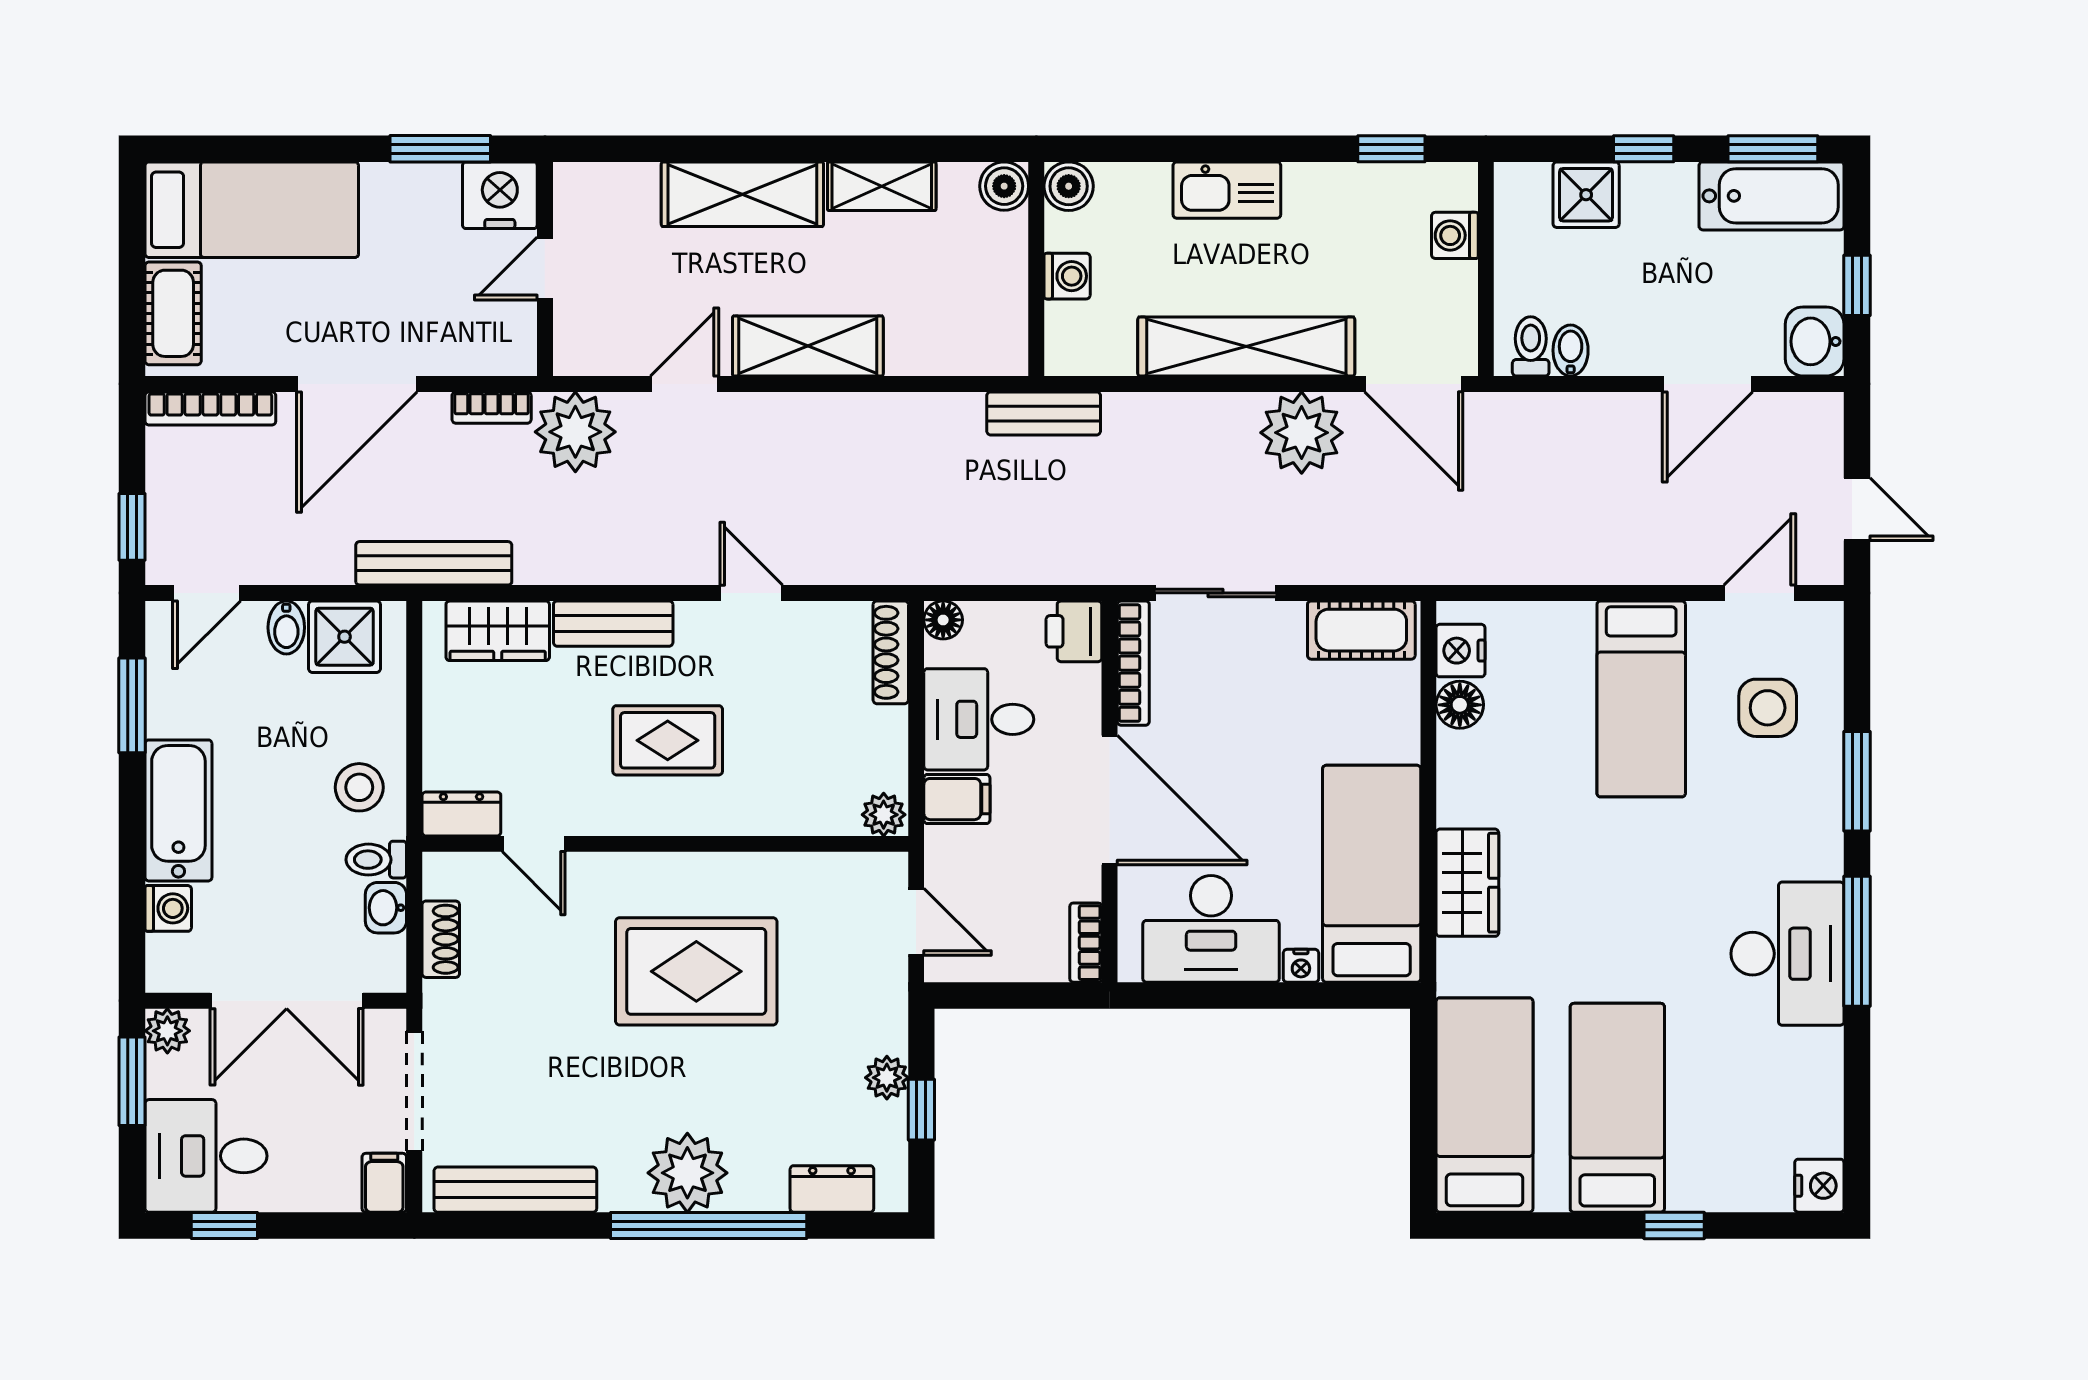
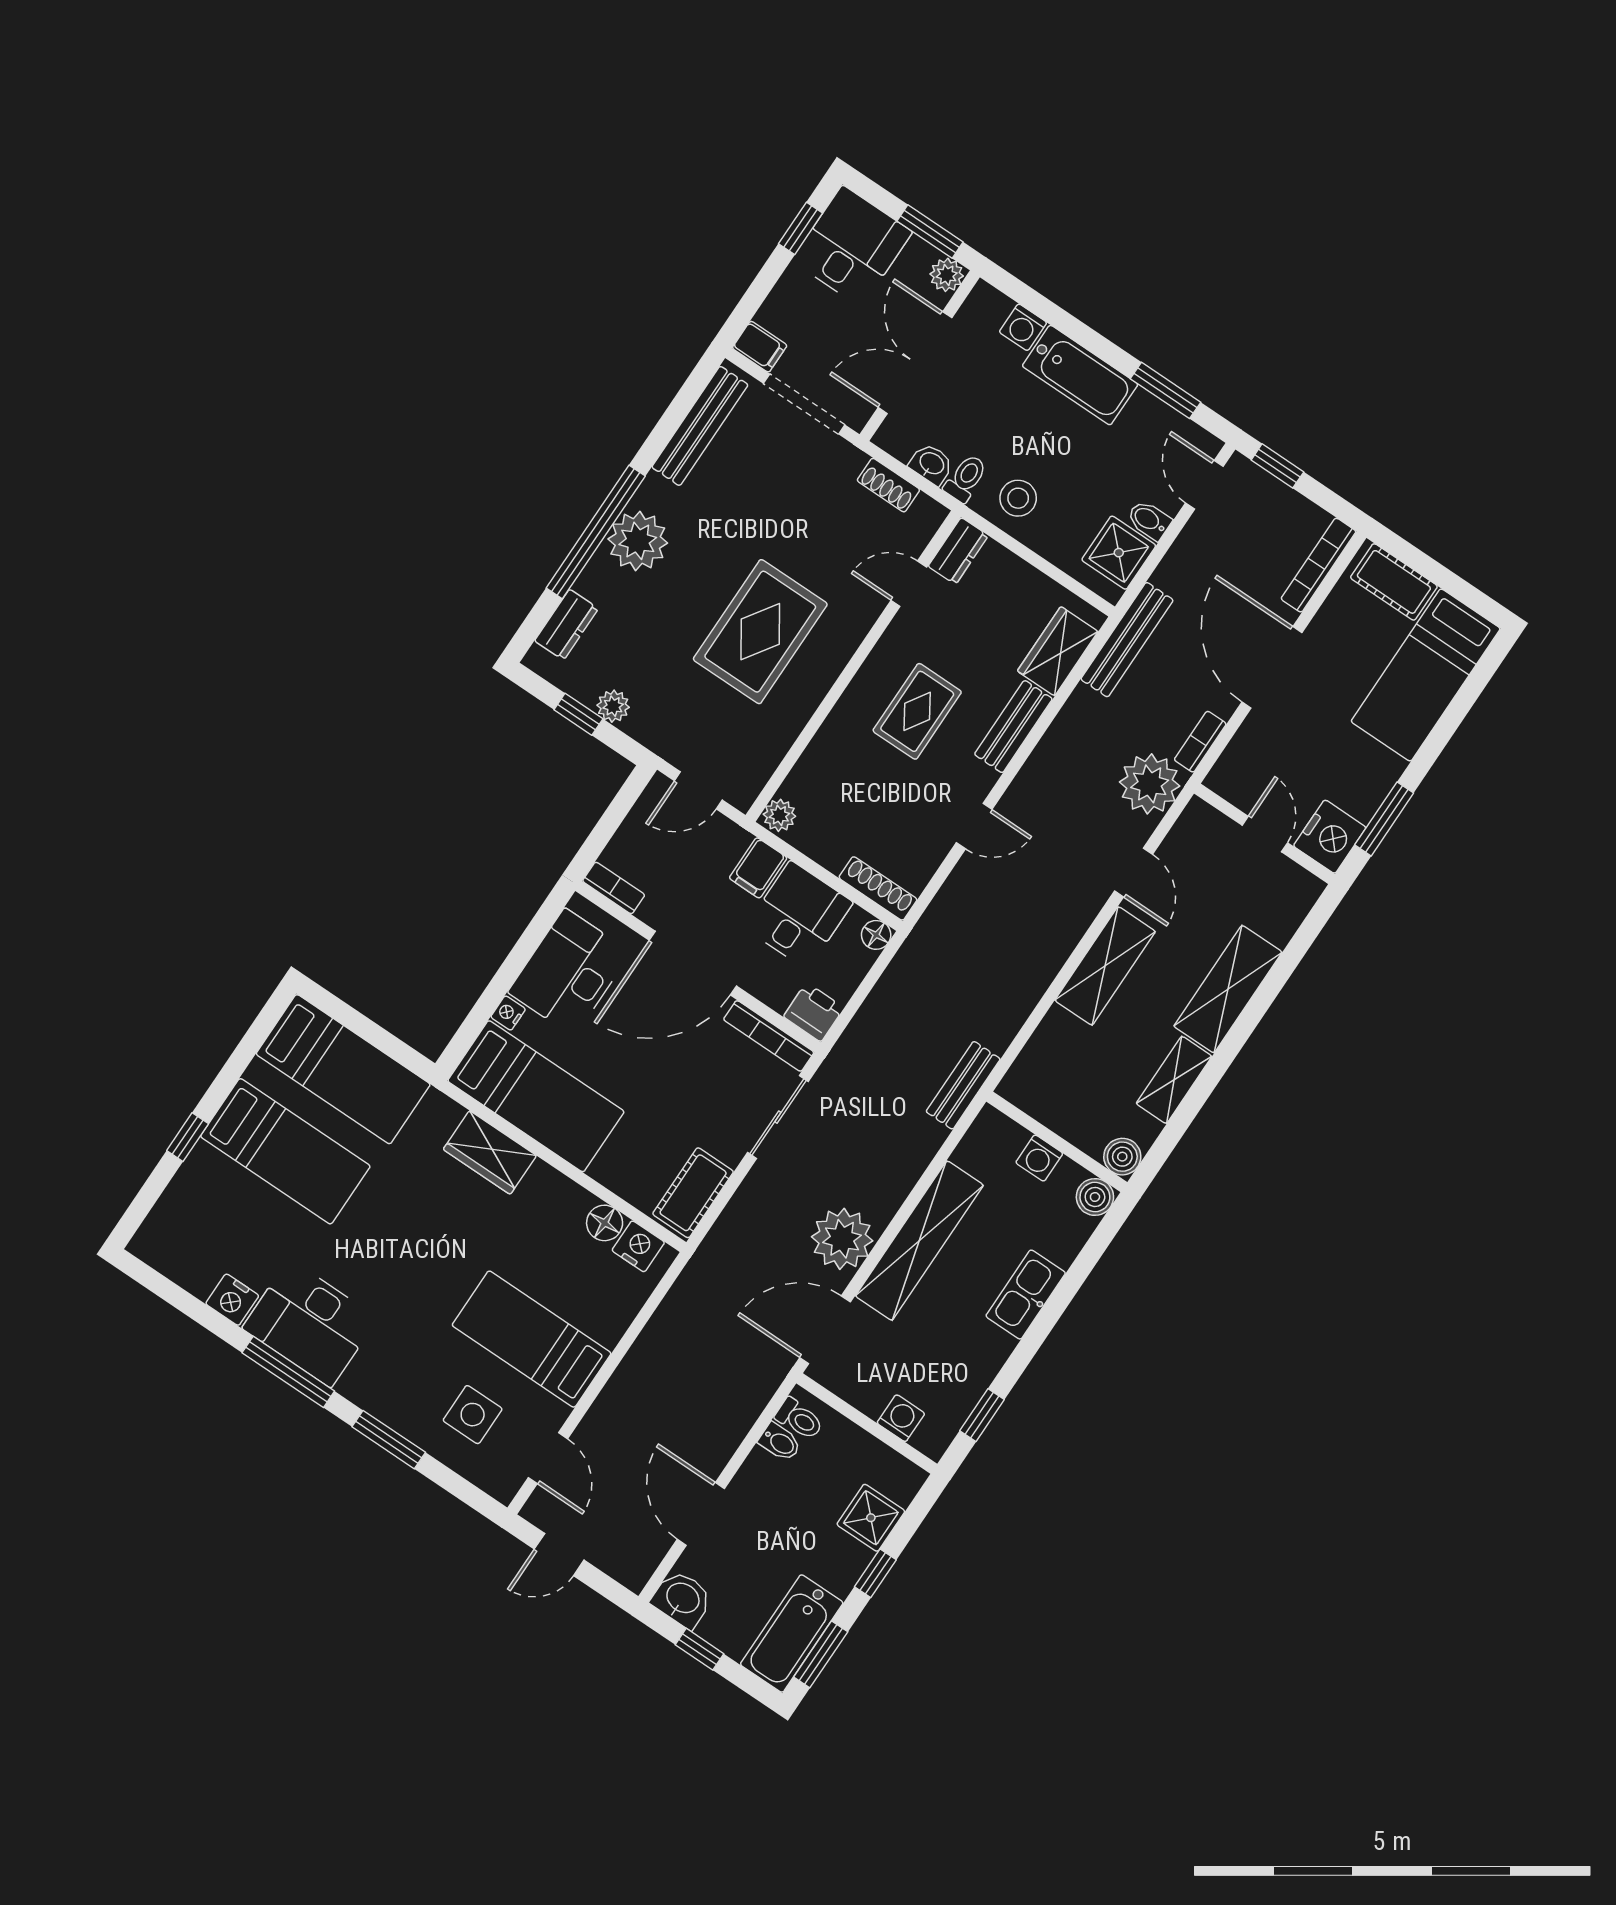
nightstand: (1819, 1186) -> (232, 1300), moved

